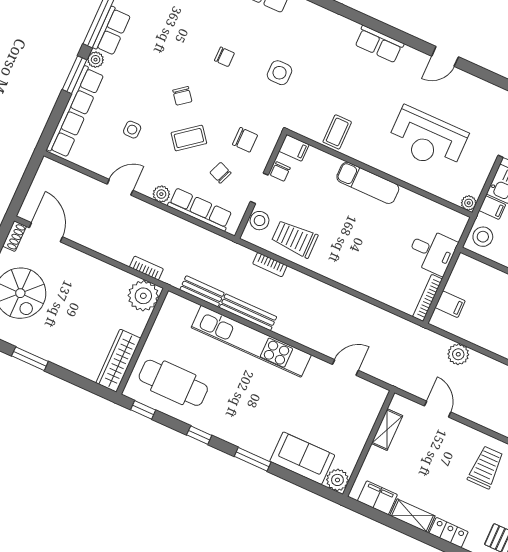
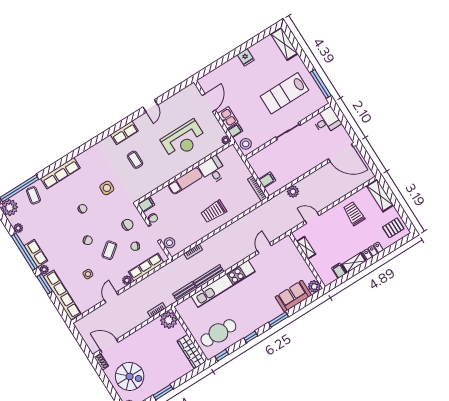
coffee table: (337, 132) -> (135, 160), moved
trolley: (295, 239) -> (214, 211), moved
desk: (432, 251) -> (213, 170), moved, turned -90
filing cabinet: (377, 498) -> (339, 271), width x0.50

